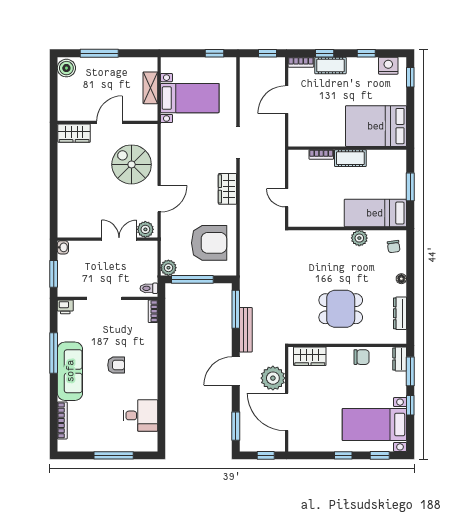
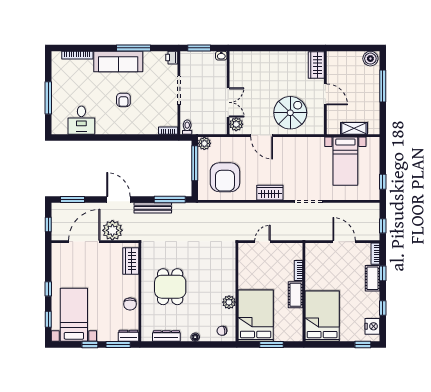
bed: (375, 213) -> (256, 316), width x1.50

